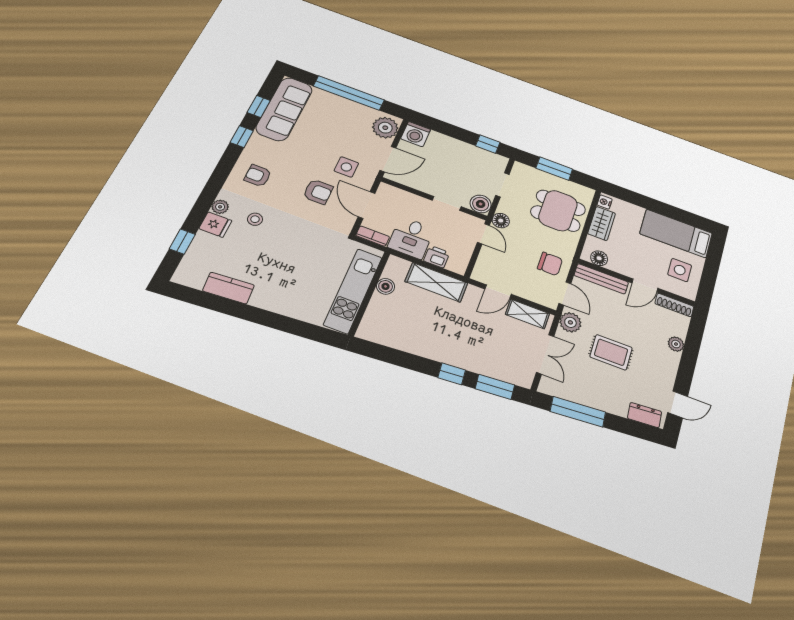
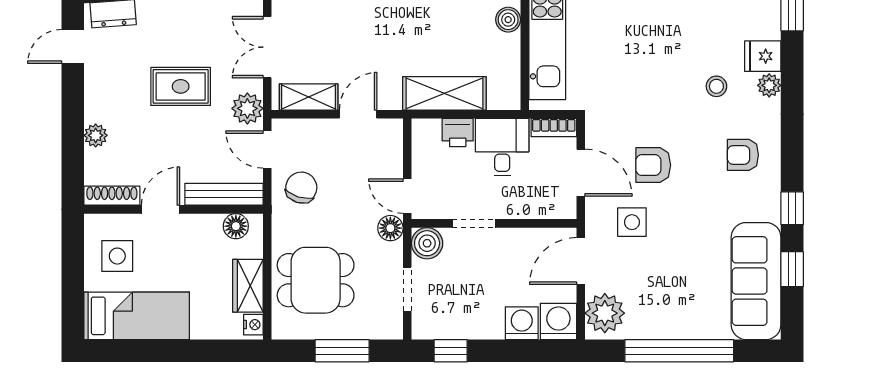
washing machine: (439, 142) -> (522, 323), added
armchair: (258, 176) -> (743, 155), turned 180
chair: (550, 264) -> (301, 188), turned 107
boiler: (386, 286) -> (508, 20), moved

